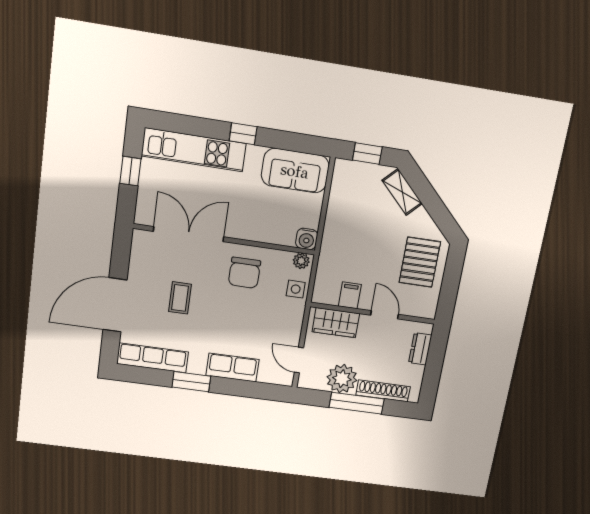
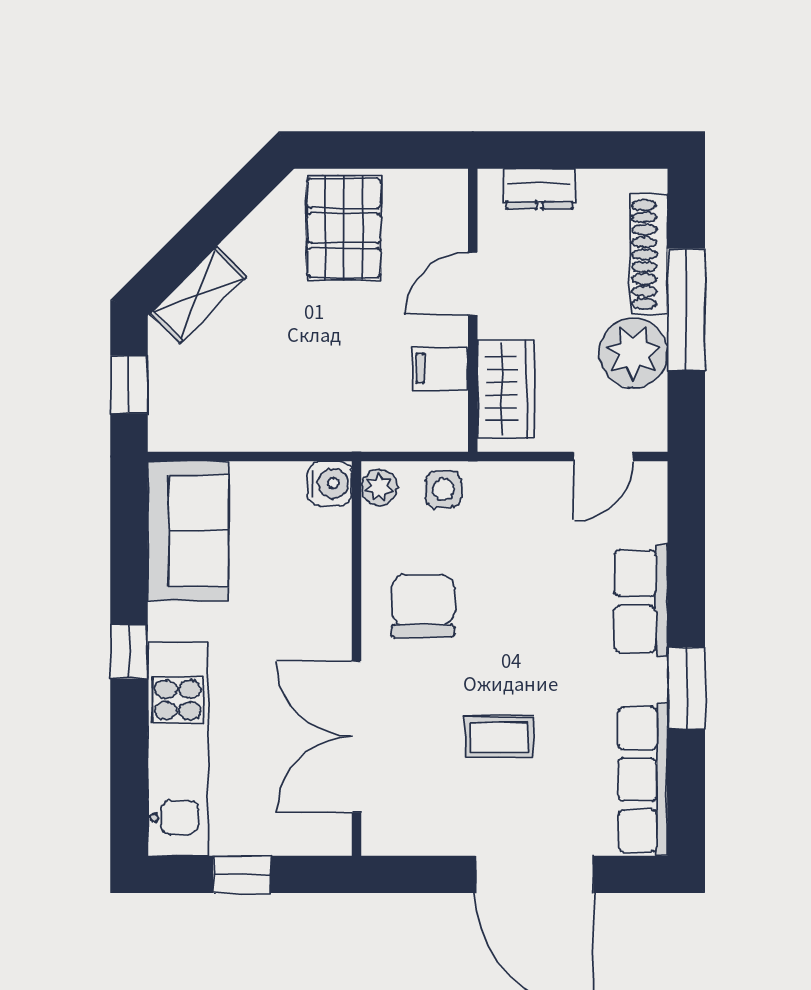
pallet: (420, 262) -> (344, 228), turned 90
chair: (244, 273) -> (423, 606), turned -90

